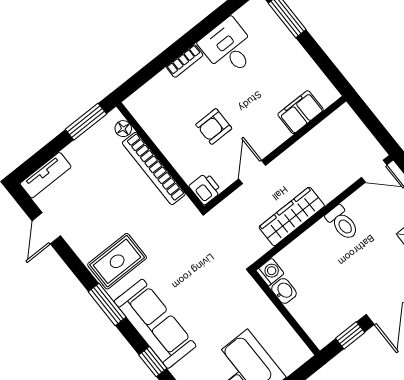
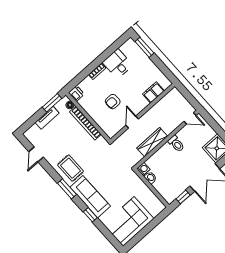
tv unit: (46, 175) -> (47, 118), moved
printer: (205, 189) -> (76, 93), moved
rug: (117, 261) -> (71, 168), turned 90

